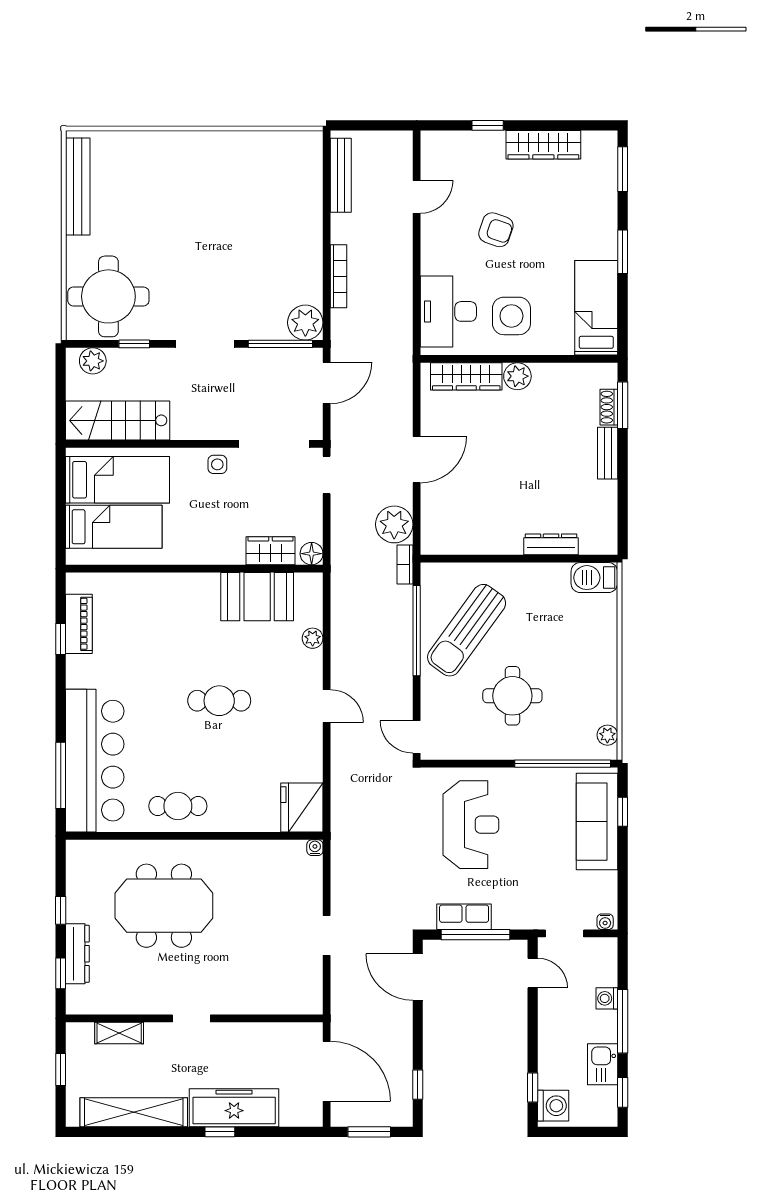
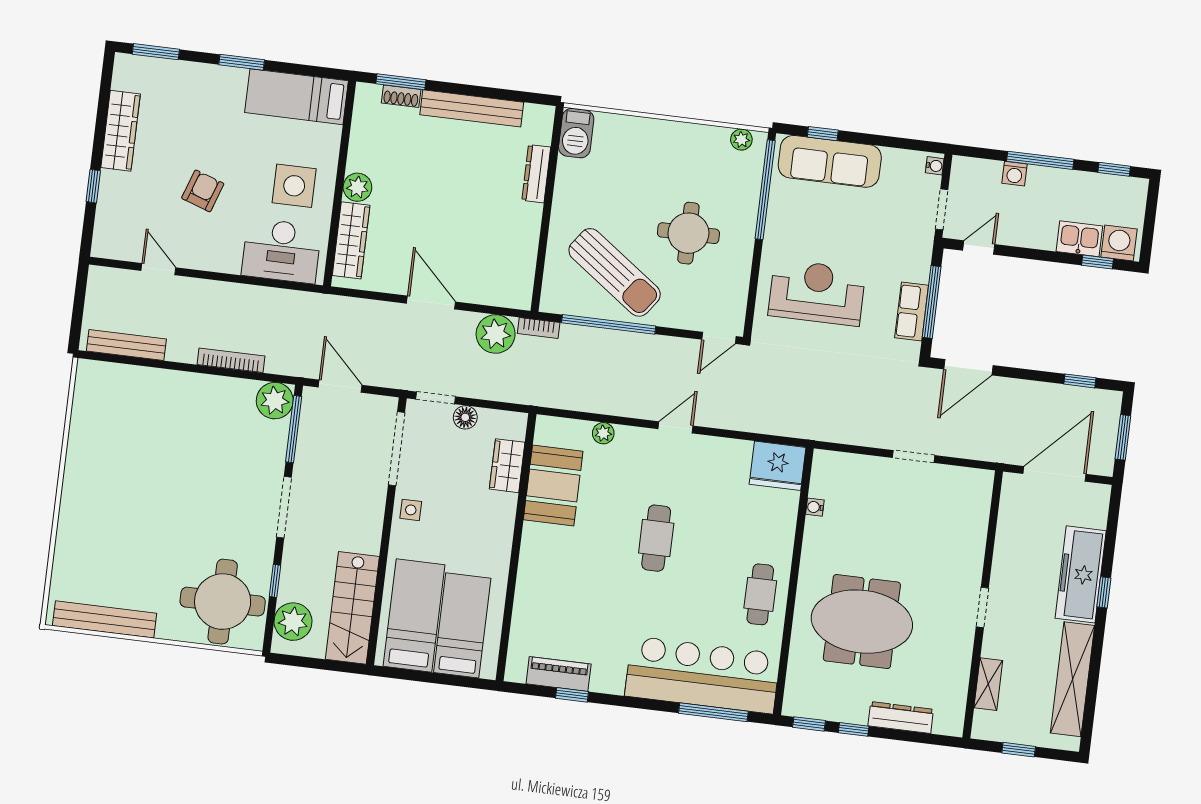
plant: (93, 361) -> (293, 622), width x1.36, depth x1.36
bench: (608, 453) -> (472, 108), width x1.86, depth x1.21
floor lamp: (312, 554) -> (465, 417), moved
water cooler: (315, 848) -> (815, 507), moved
meeting table: (164, 906) -> (862, 622), turned 90
window: (61, 973) -> (809, 724), moved
kitchen sink: (603, 1064) -> (1079, 239), moved, turned 180

